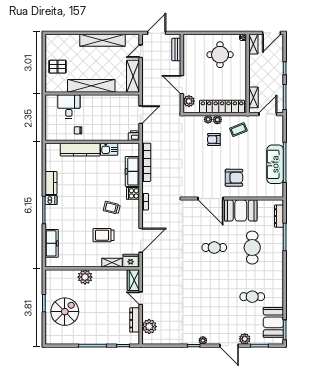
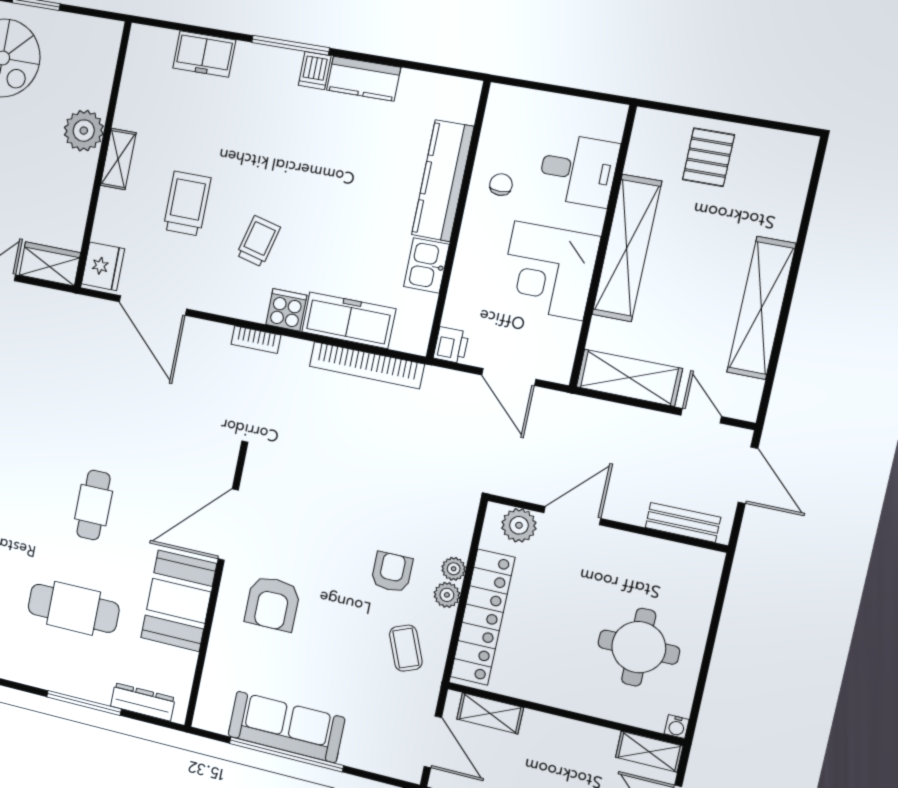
corner desk: (103, 109) -> (549, 271), added
freezer: (52, 243) -> (204, 54), width x0.71
shelving: (112, 263) -> (118, 159), moved

